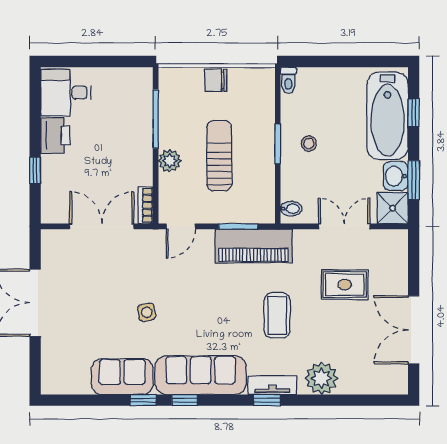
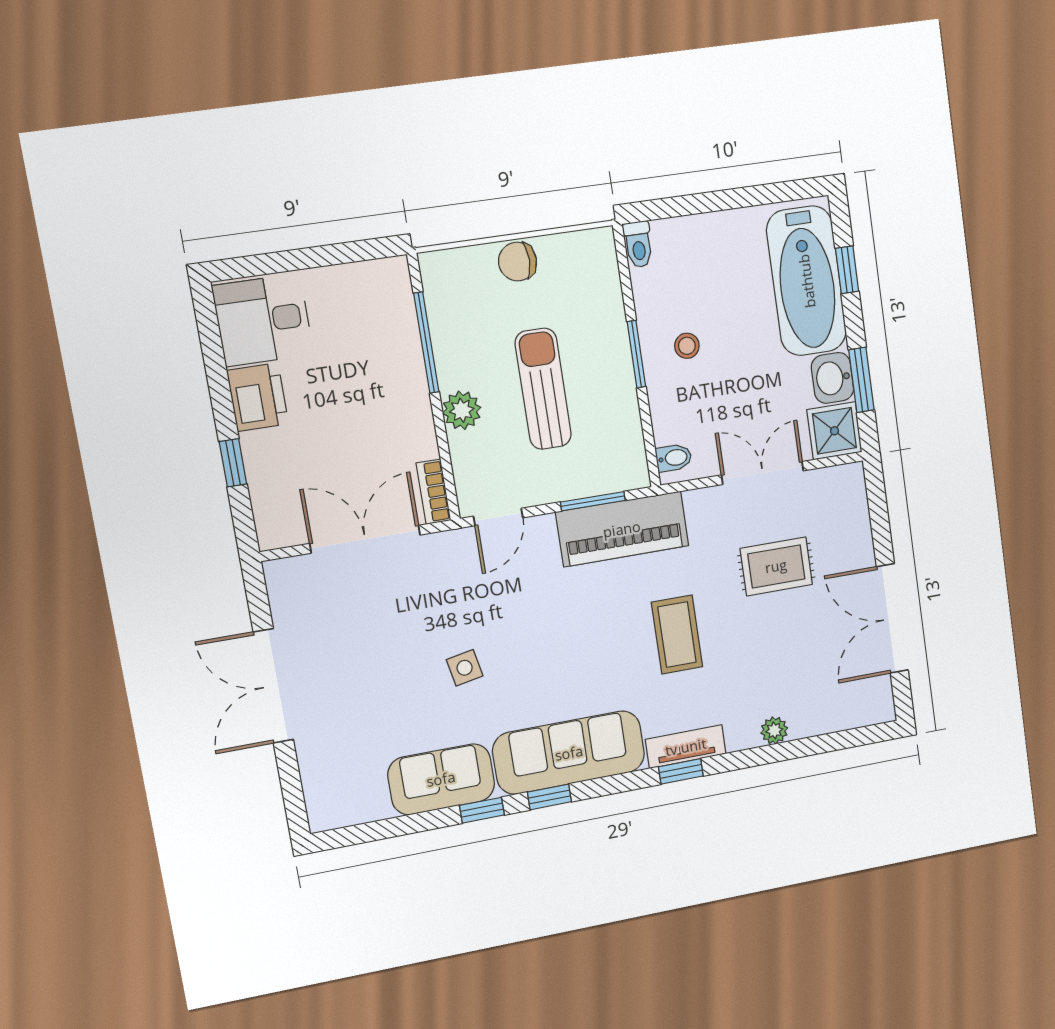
plant: (321, 378) -> (774, 730), width x0.53, depth x0.53

